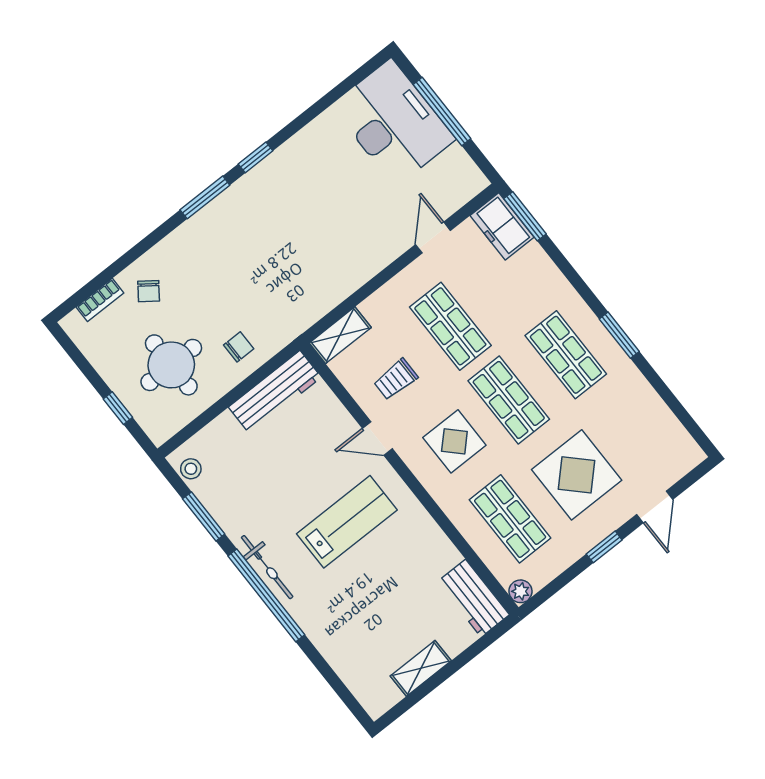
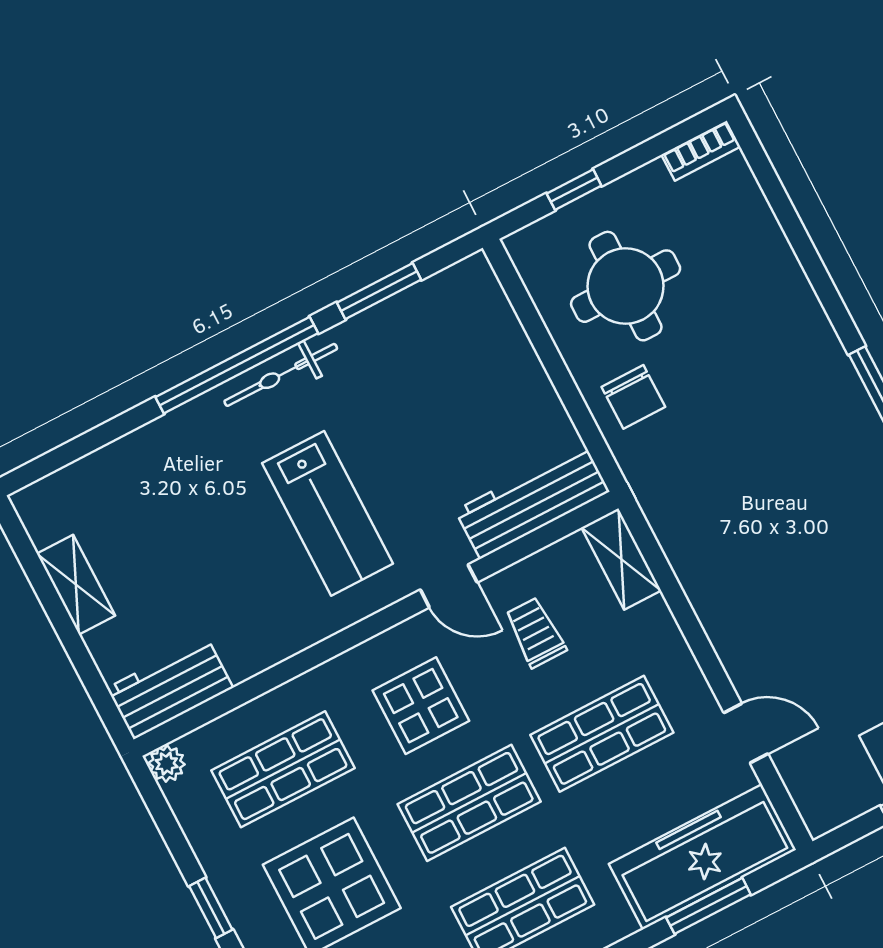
window: (525, 216) -> (708, 906), moved
freezer: (502, 226) -> (702, 857), width x1.91, depth x1.26
chair: (149, 291) -> (748, 273), removed
bookcase: (100, 300) -> (701, 151), moved, turned -90
chair: (239, 347) -> (633, 397), width x1.37, depth x1.37
workbench: (275, 392) -> (532, 501), moved, turned 90
door: (377, 438) -> (449, 586), swing flipped
stool: (191, 469) -> (457, 285), removed

